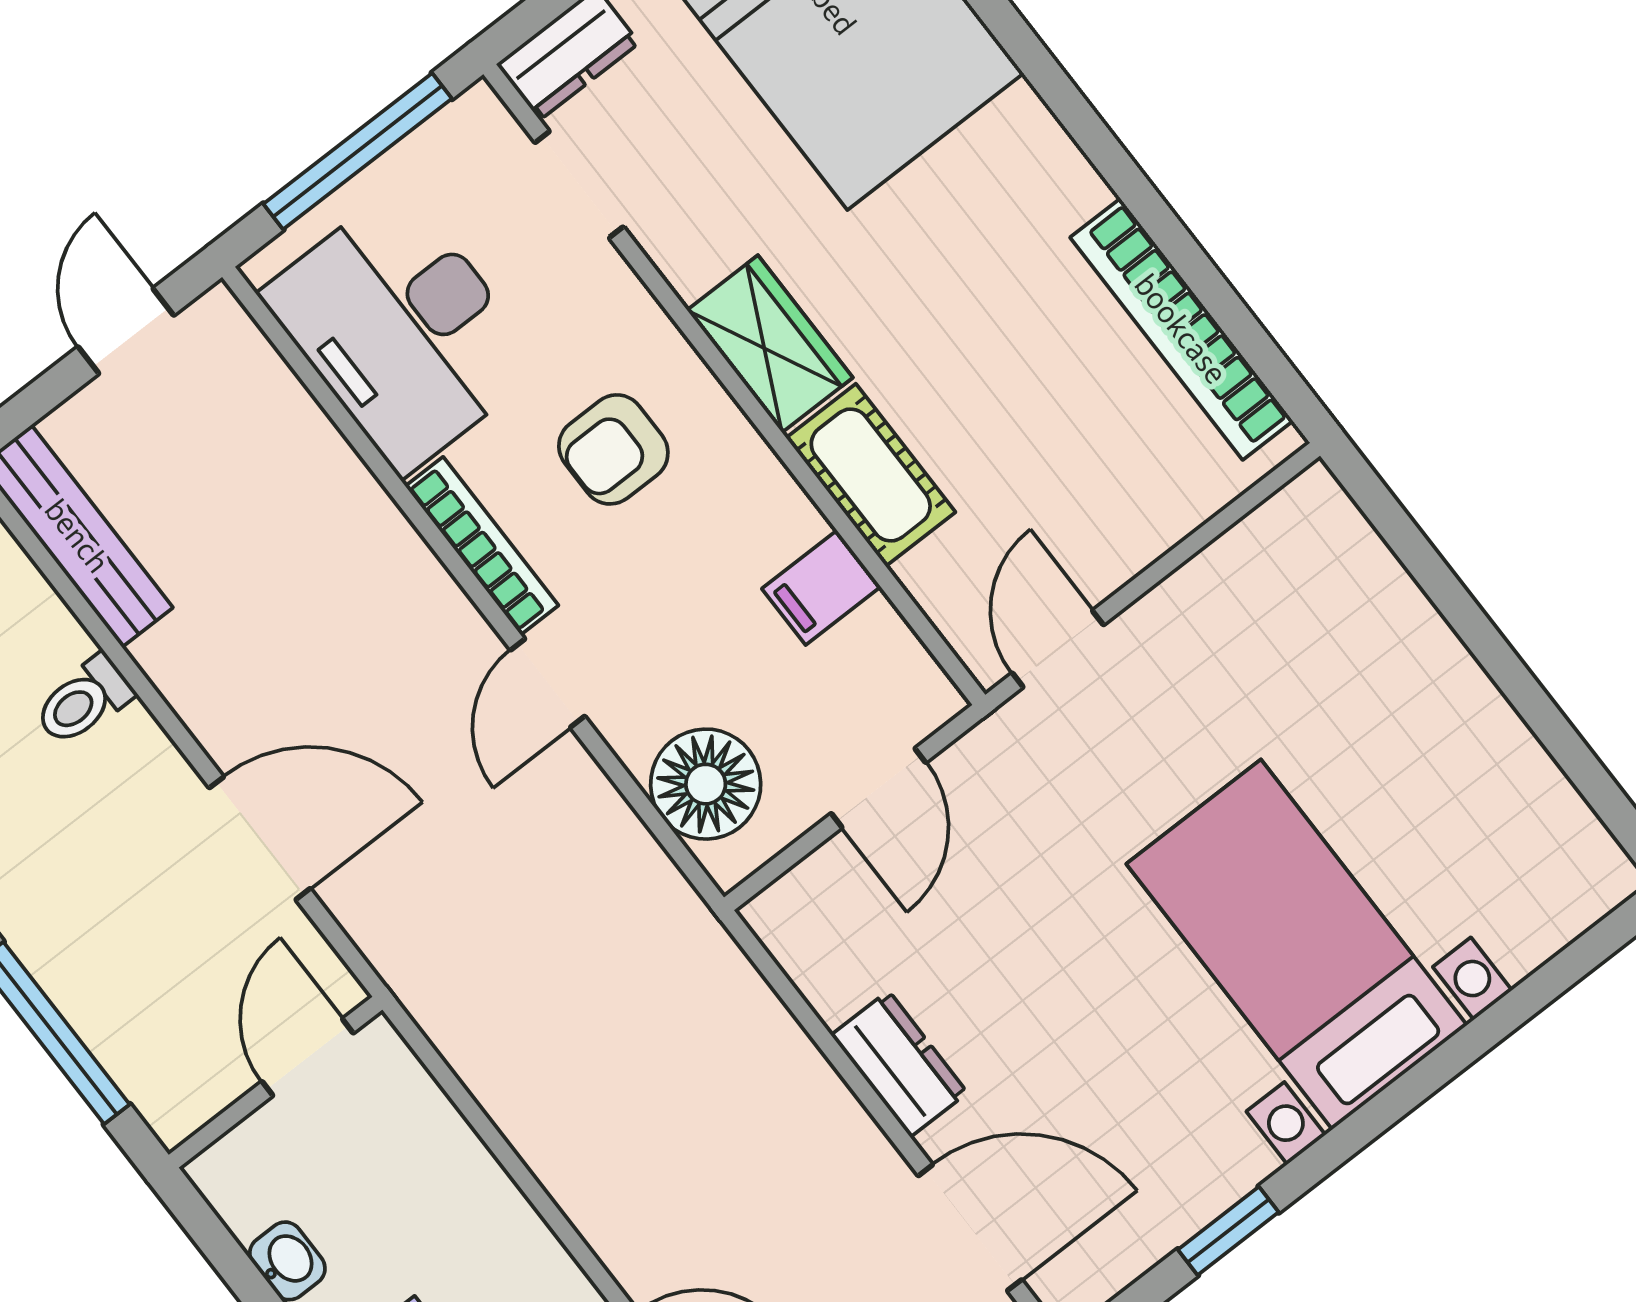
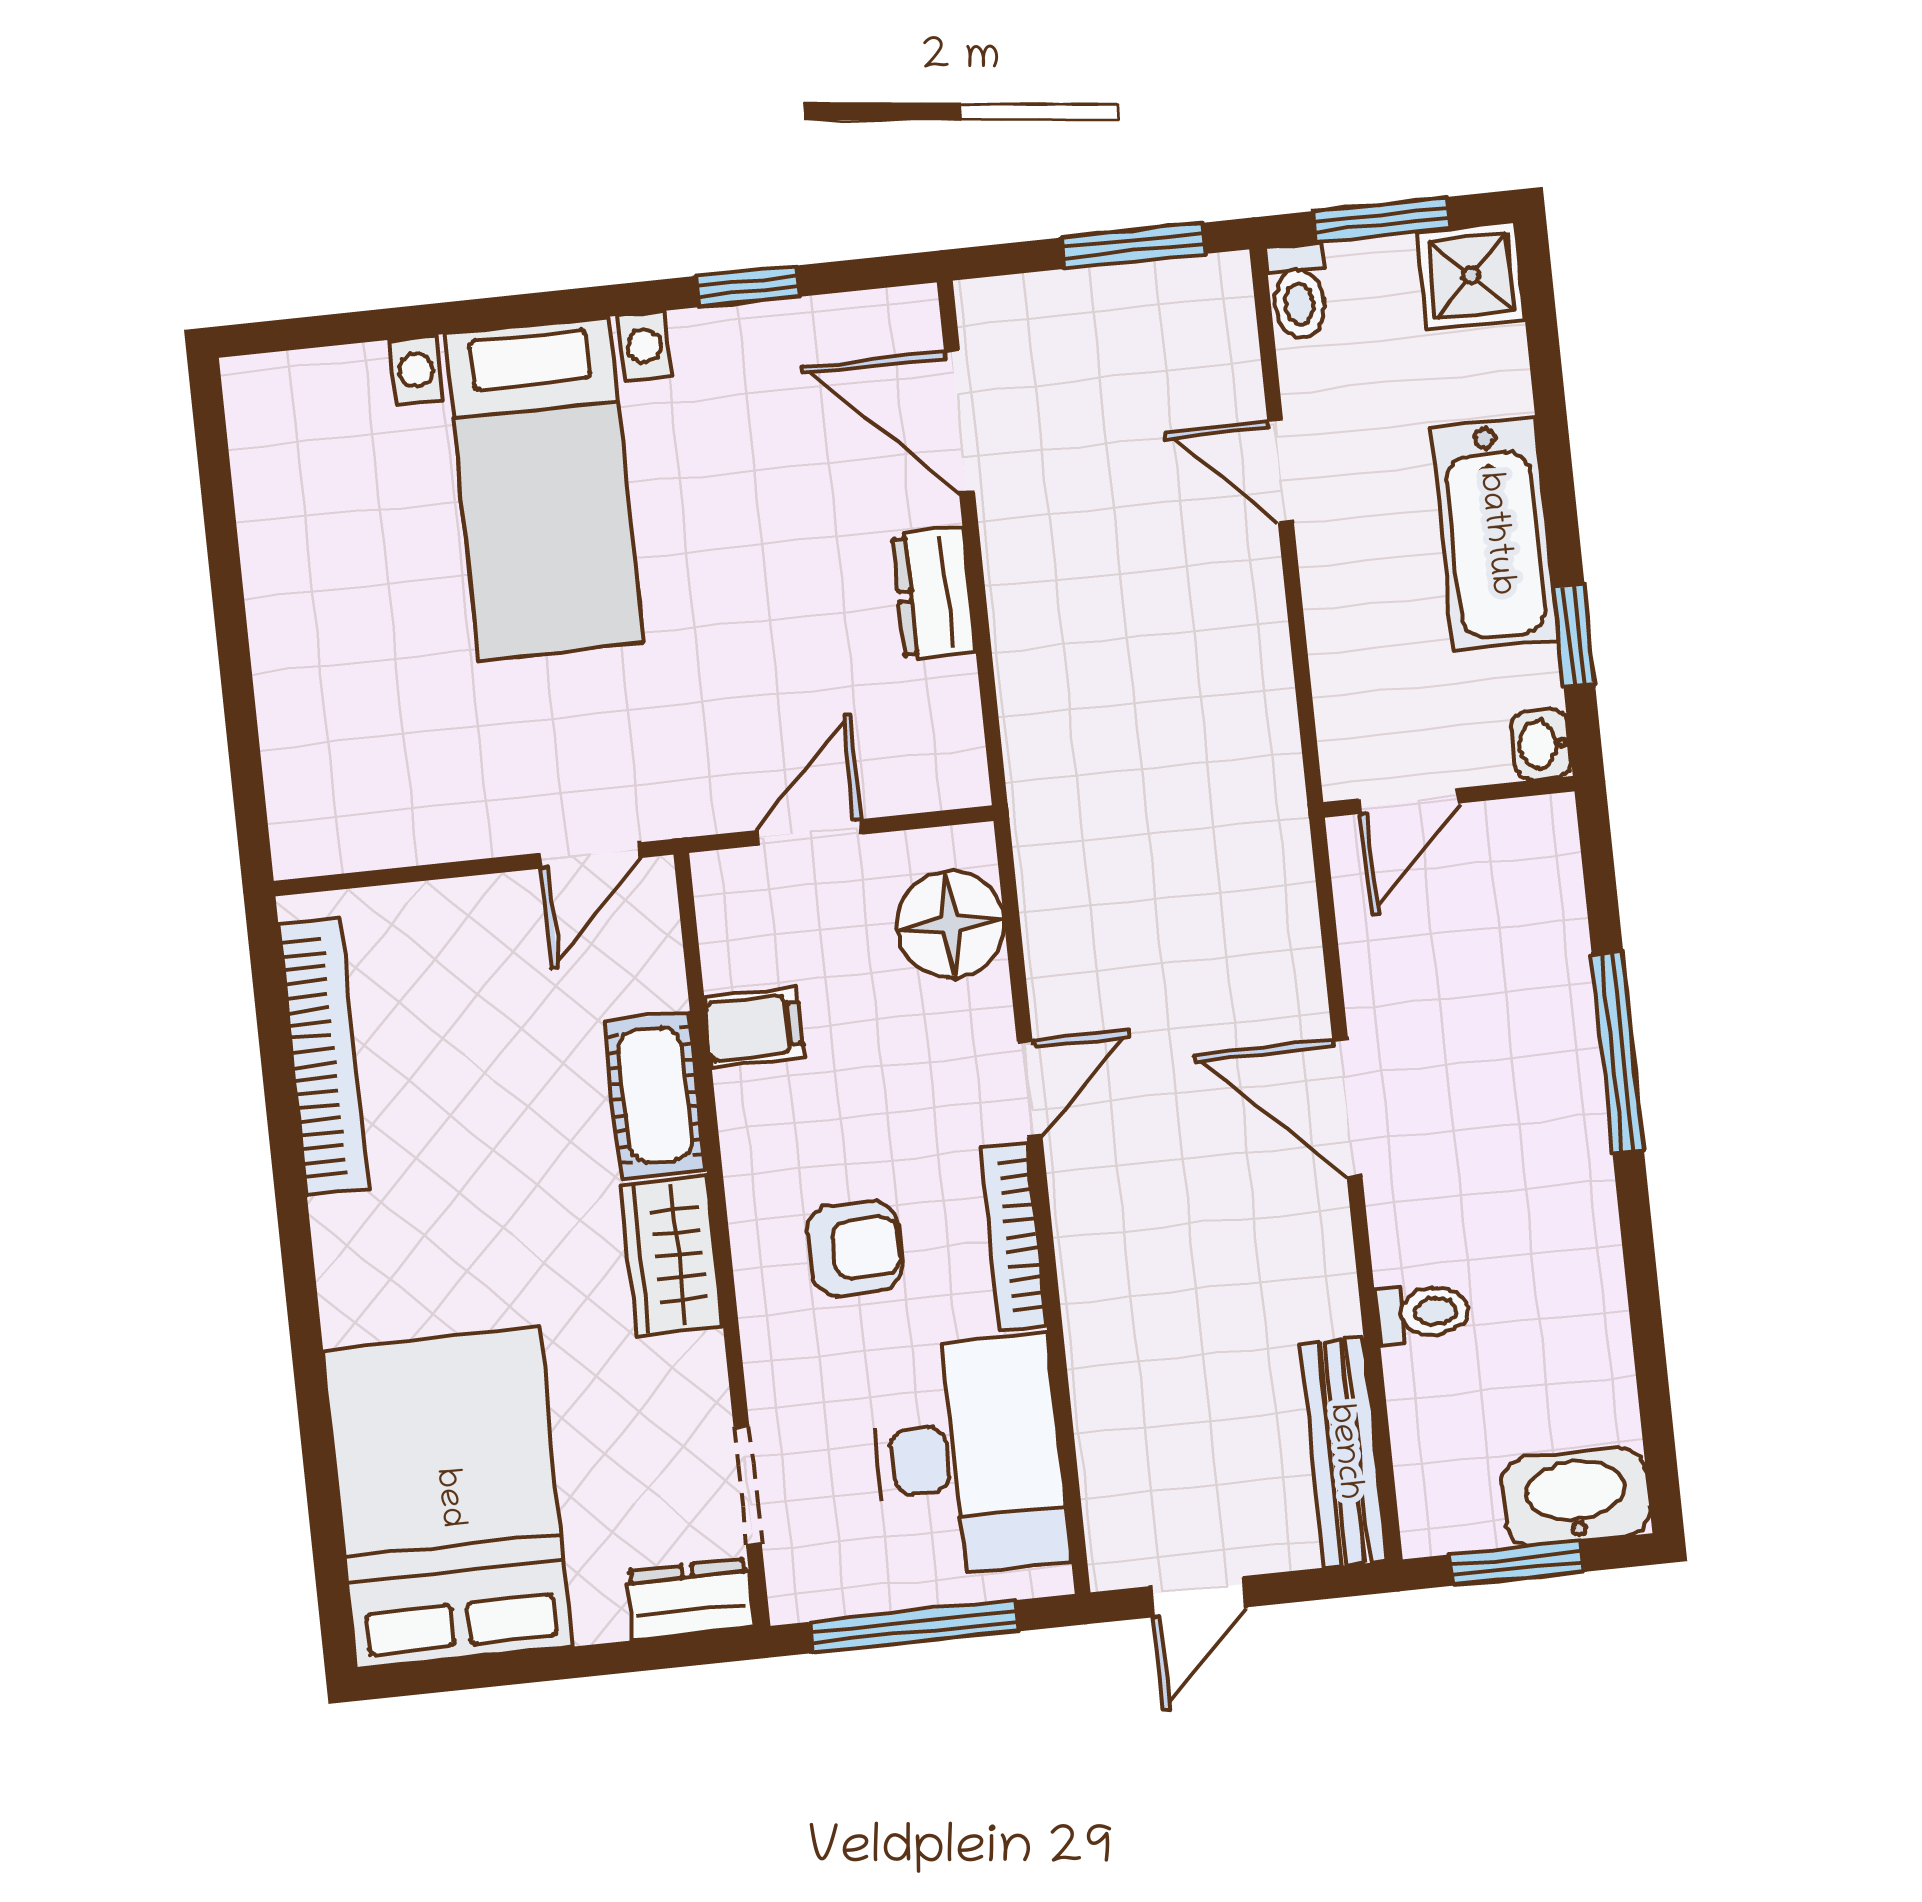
door: (308, 1057) -> (1410, 801), moved
wall: (276, 1082) -> (1449, 797), moved

